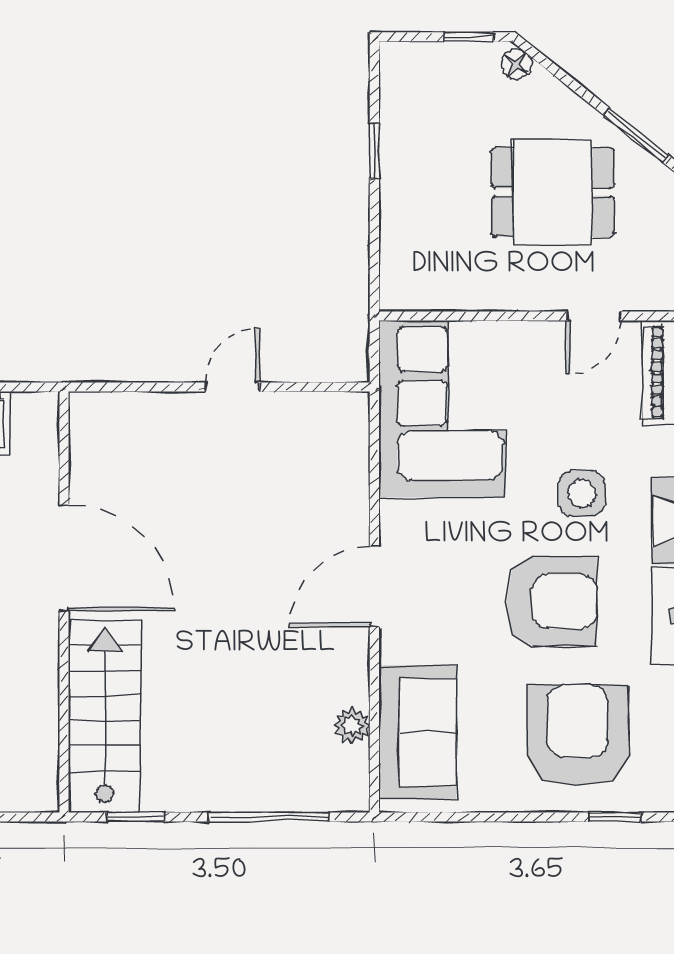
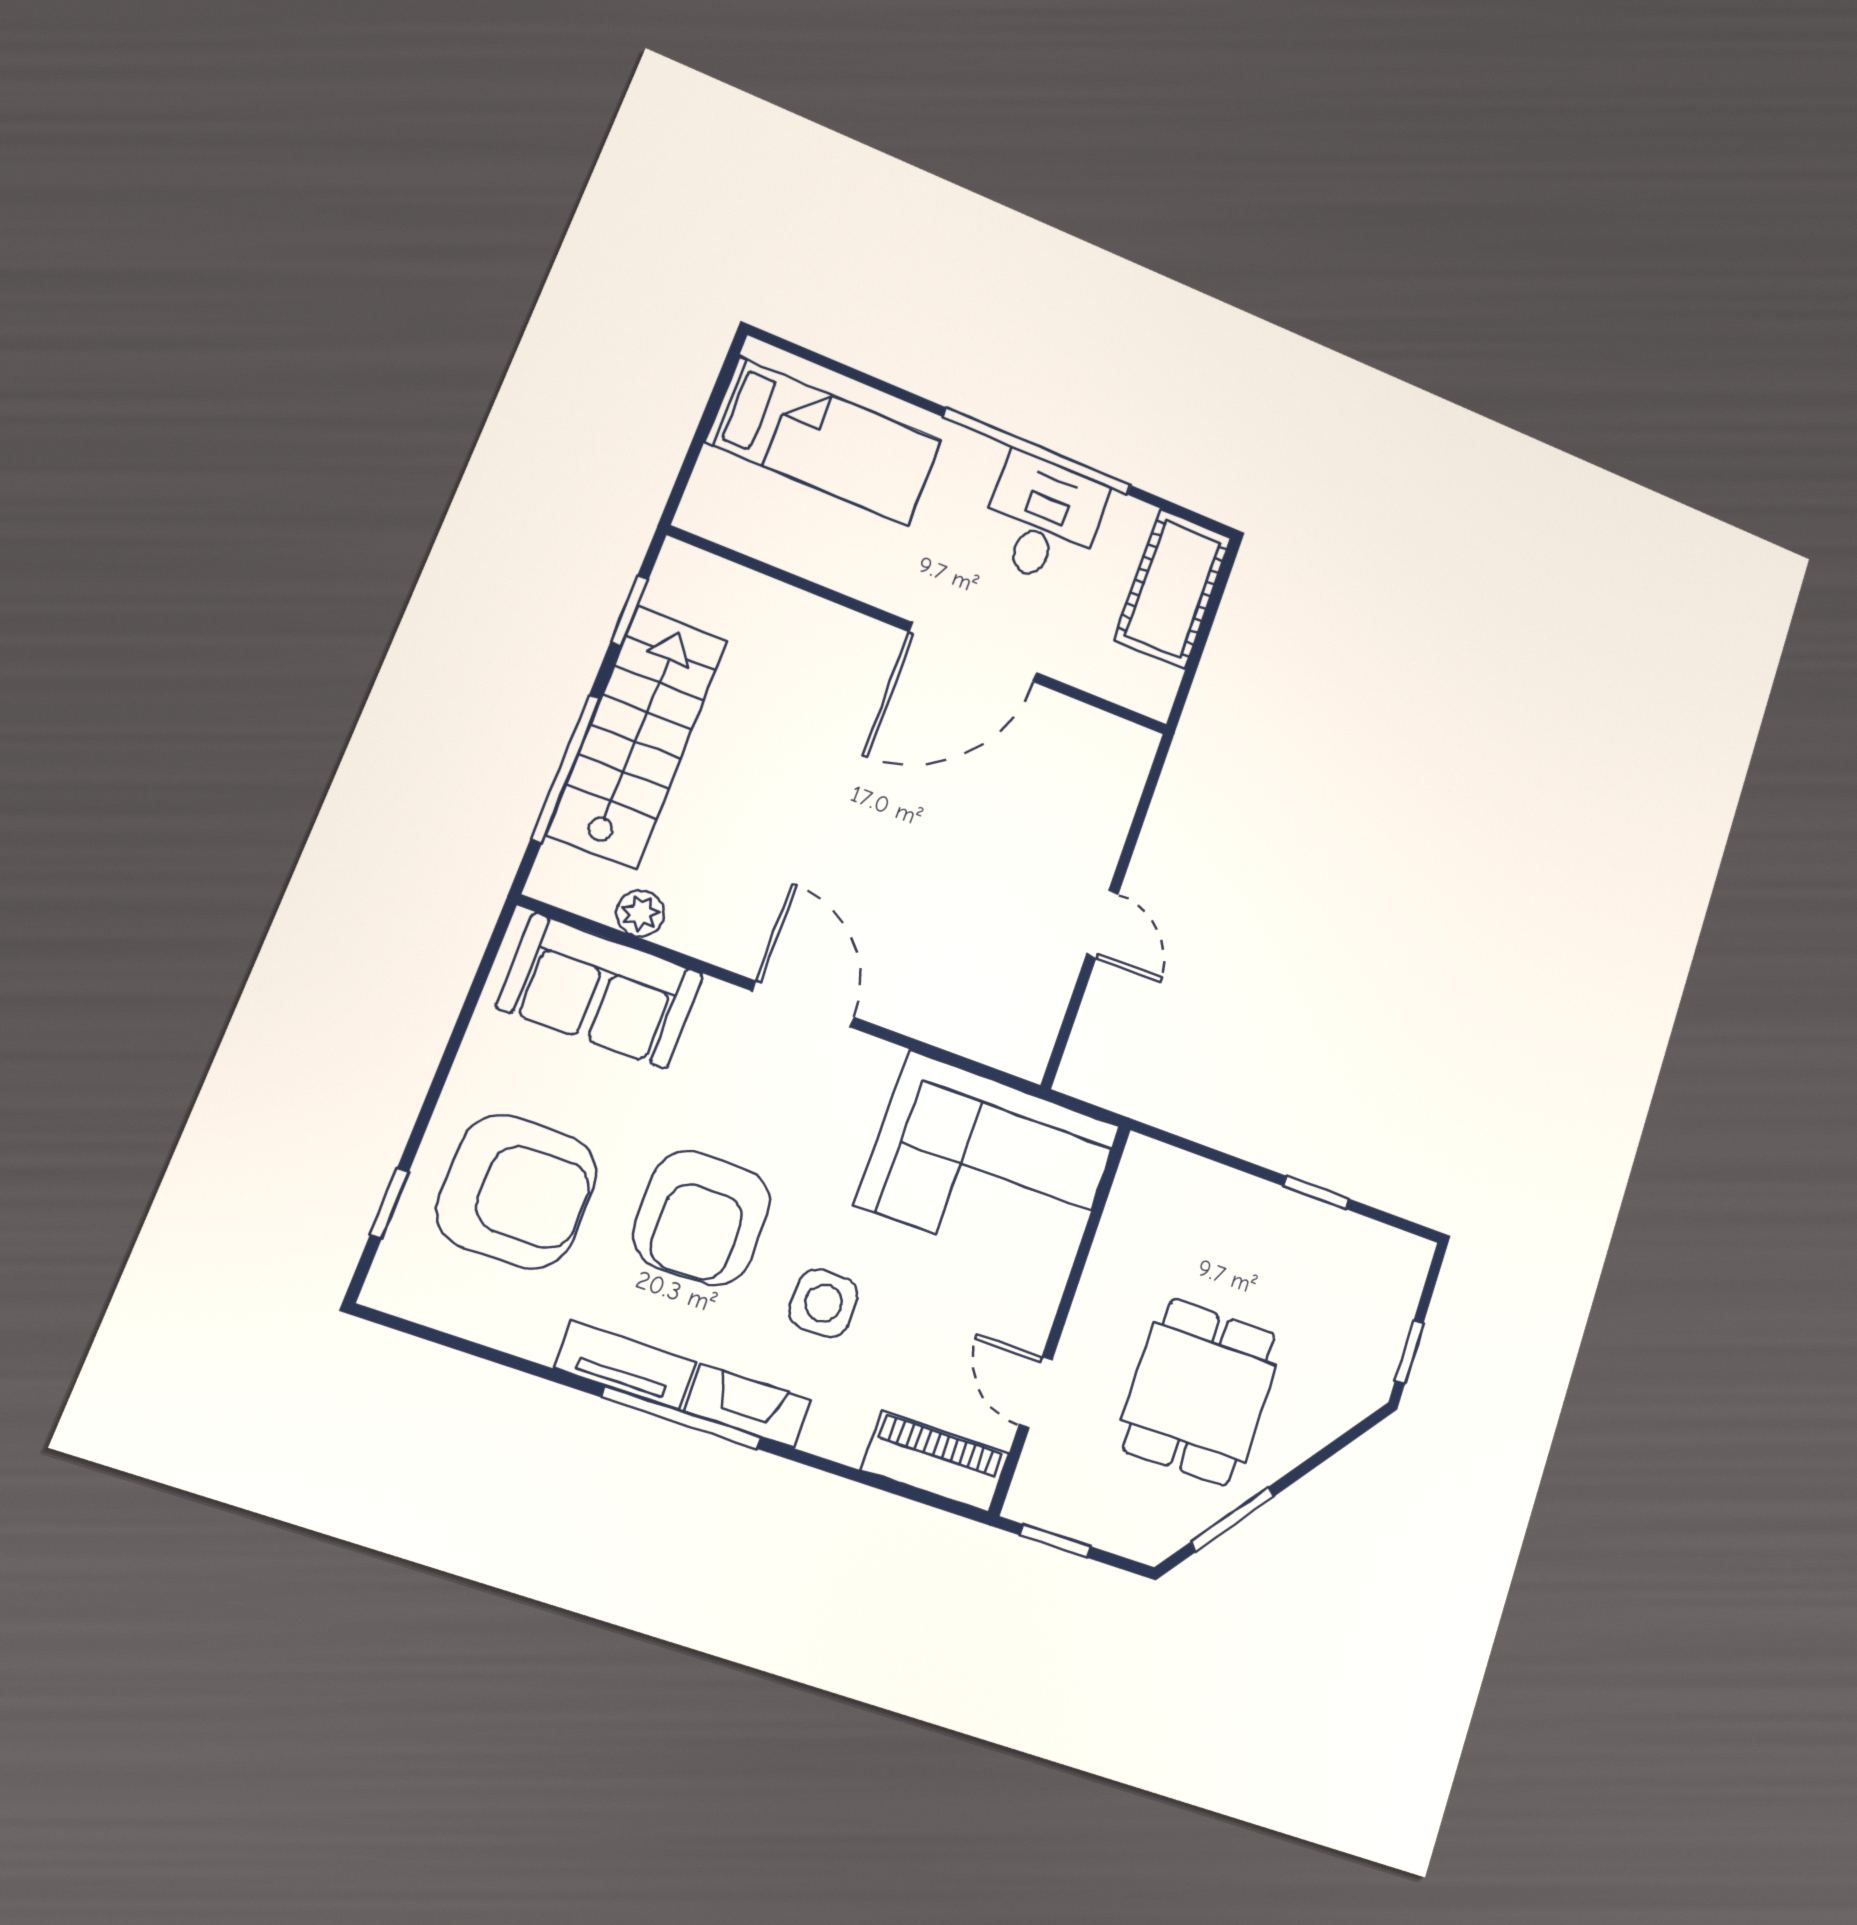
floor lamp: (516, 64) -> (1360, 1399), removed
stairs: (105, 717) -> (637, 737), moved, turned -90

